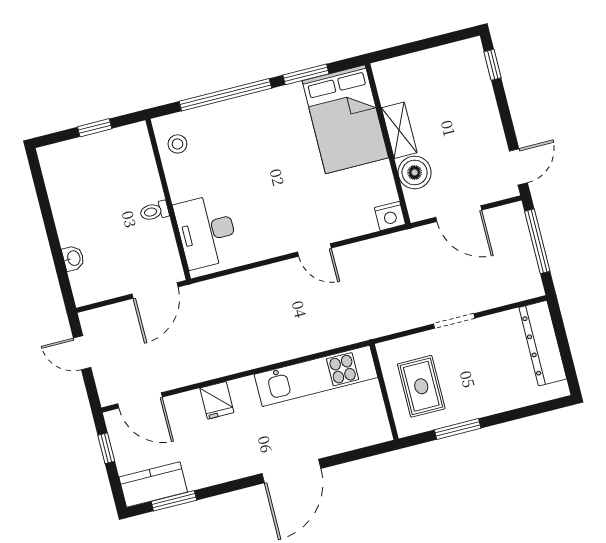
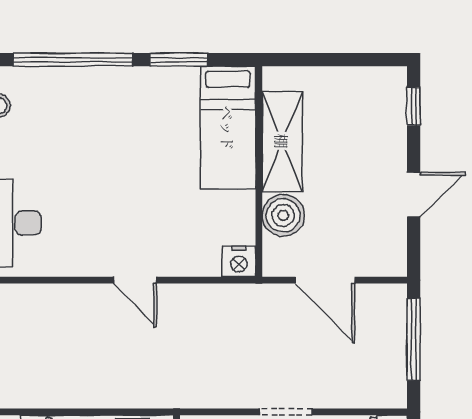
bed: (345, 119) -> (228, 128), width x0.67
shelving: (399, 130) -> (282, 141), width x1.50, depth x1.33
door: (518, 167) -> (414, 195), moved

